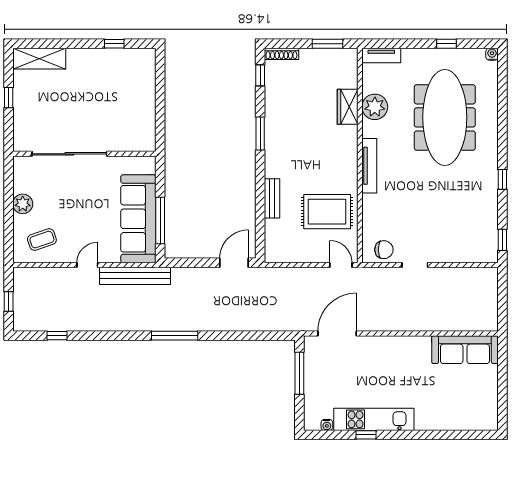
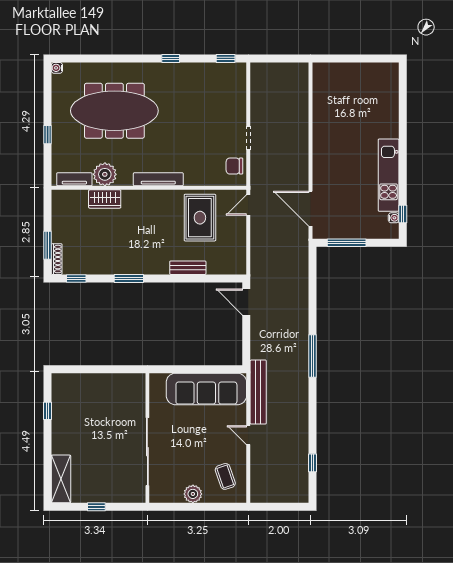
window: (328, 44) -> (47, 245), moved
window: (447, 44) -> (47, 135), moved
tv unit: (381, 55) -> (74, 179), moved, turned -90
window: (160, 221) -> (208, 369), removed
chair: (384, 250) -> (234, 166), turned -90
window: (9, 301) -> (281, 507), removed
sofa: (465, 350) -> (325, 92), removed
window: (366, 435) -> (403, 214), moved

